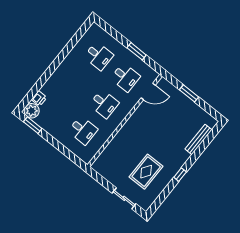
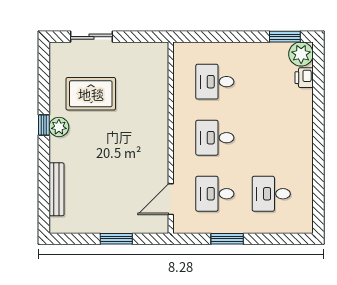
plant: (174, 168) -> (59, 127), added
rug: (146, 172) -> (91, 94), turned 90

